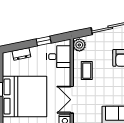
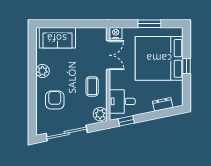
window: (44, 41) -> (126, 121), moved

